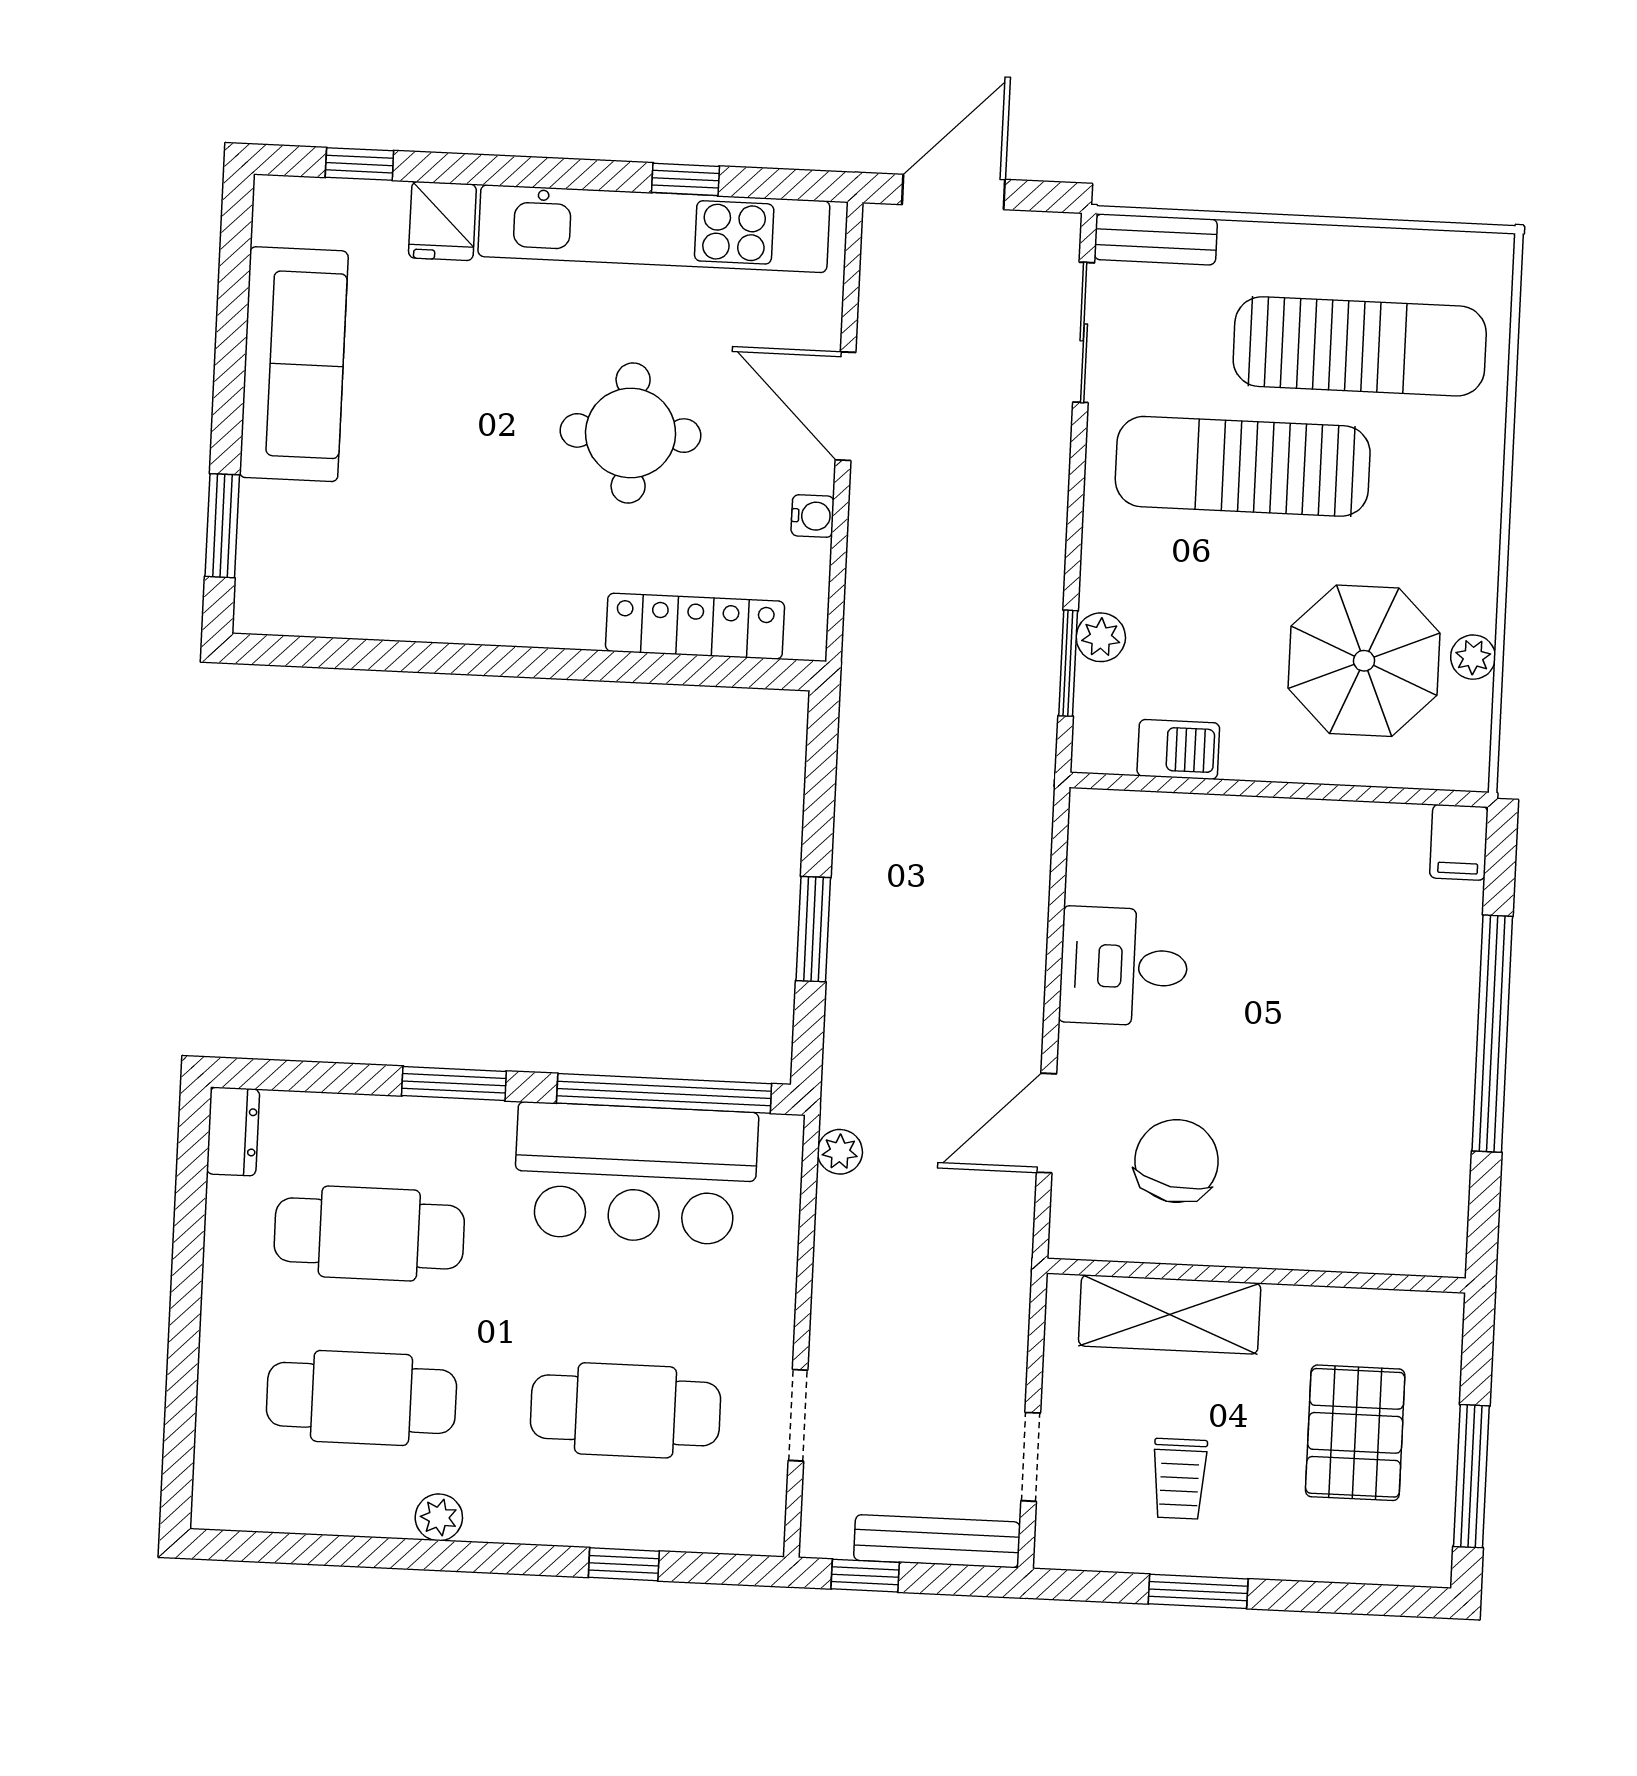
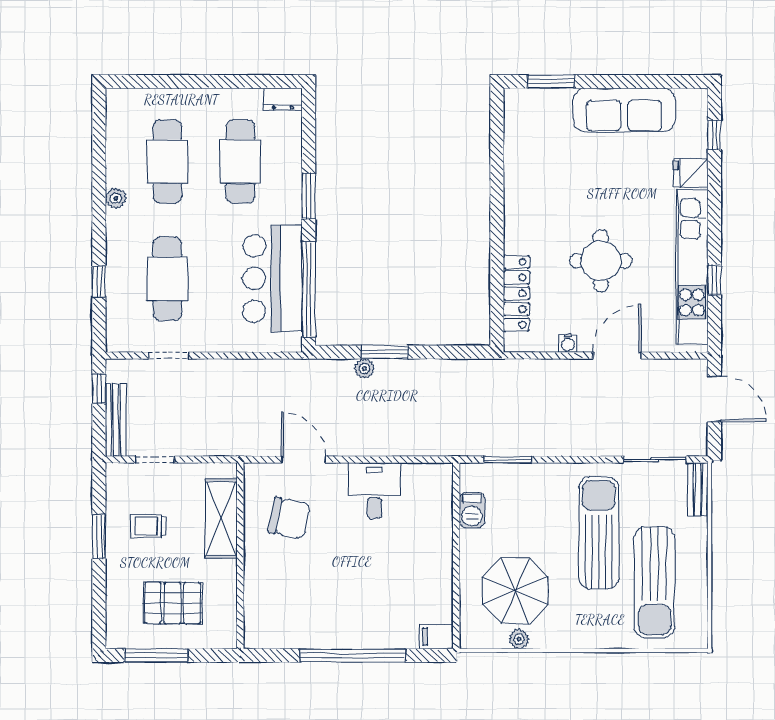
plant: (1101, 637) -> (520, 474), removed
plant: (840, 1152) -> (364, 369), moved

